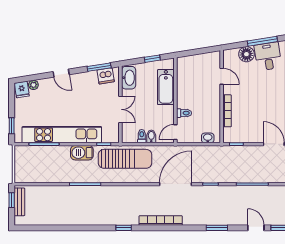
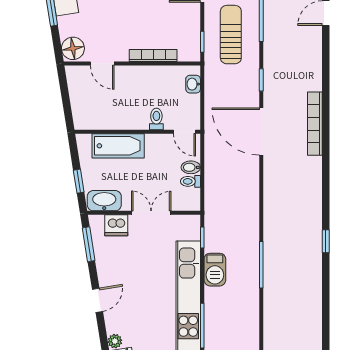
floor lamp: (246, 54) -> (73, 48), moved
window: (152, 59) -> (79, 181), moved
dishwasher: (106, 76) -> (116, 225), moved, turned 99
door: (222, 76) -> (102, 63), swing flipped
sun lounger: (125, 159) -> (231, 35), moved, width x0.73, depth x0.75
bookcase: (161, 221) -> (315, 124), moved
window: (124, 228) -> (326, 241), moved
window: (217, 228) -> (326, 71), removed

